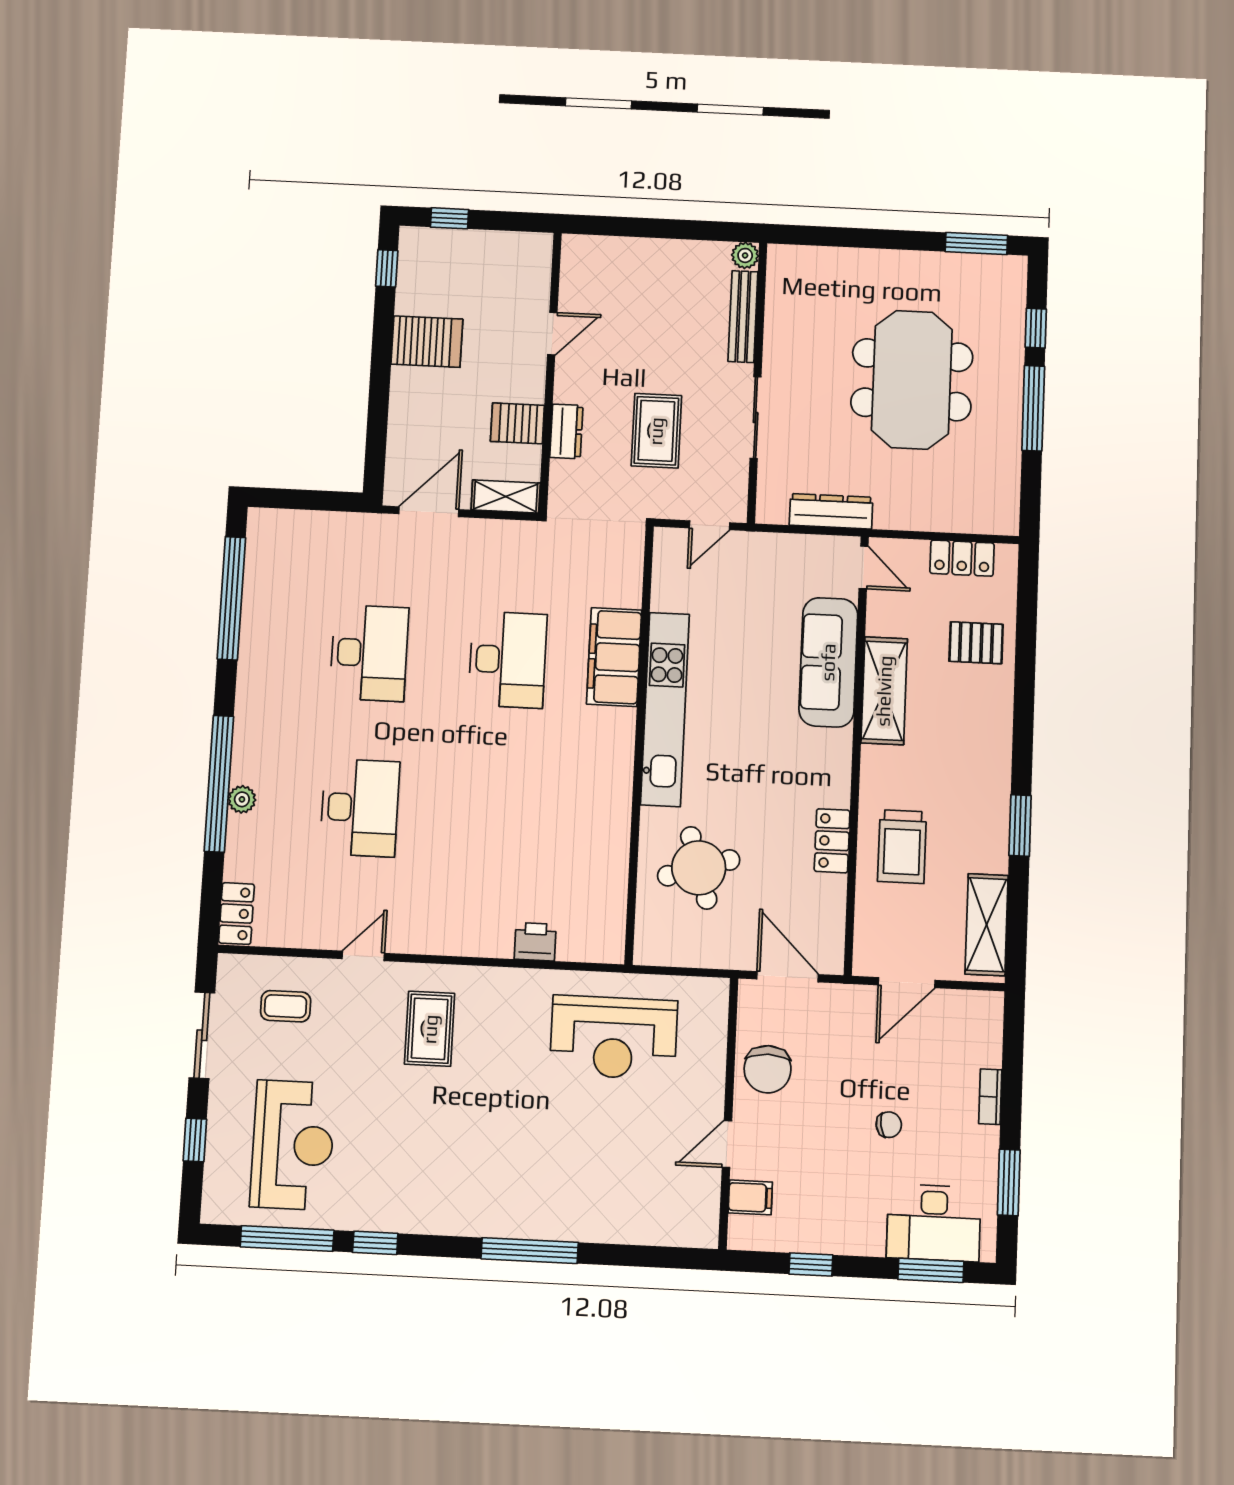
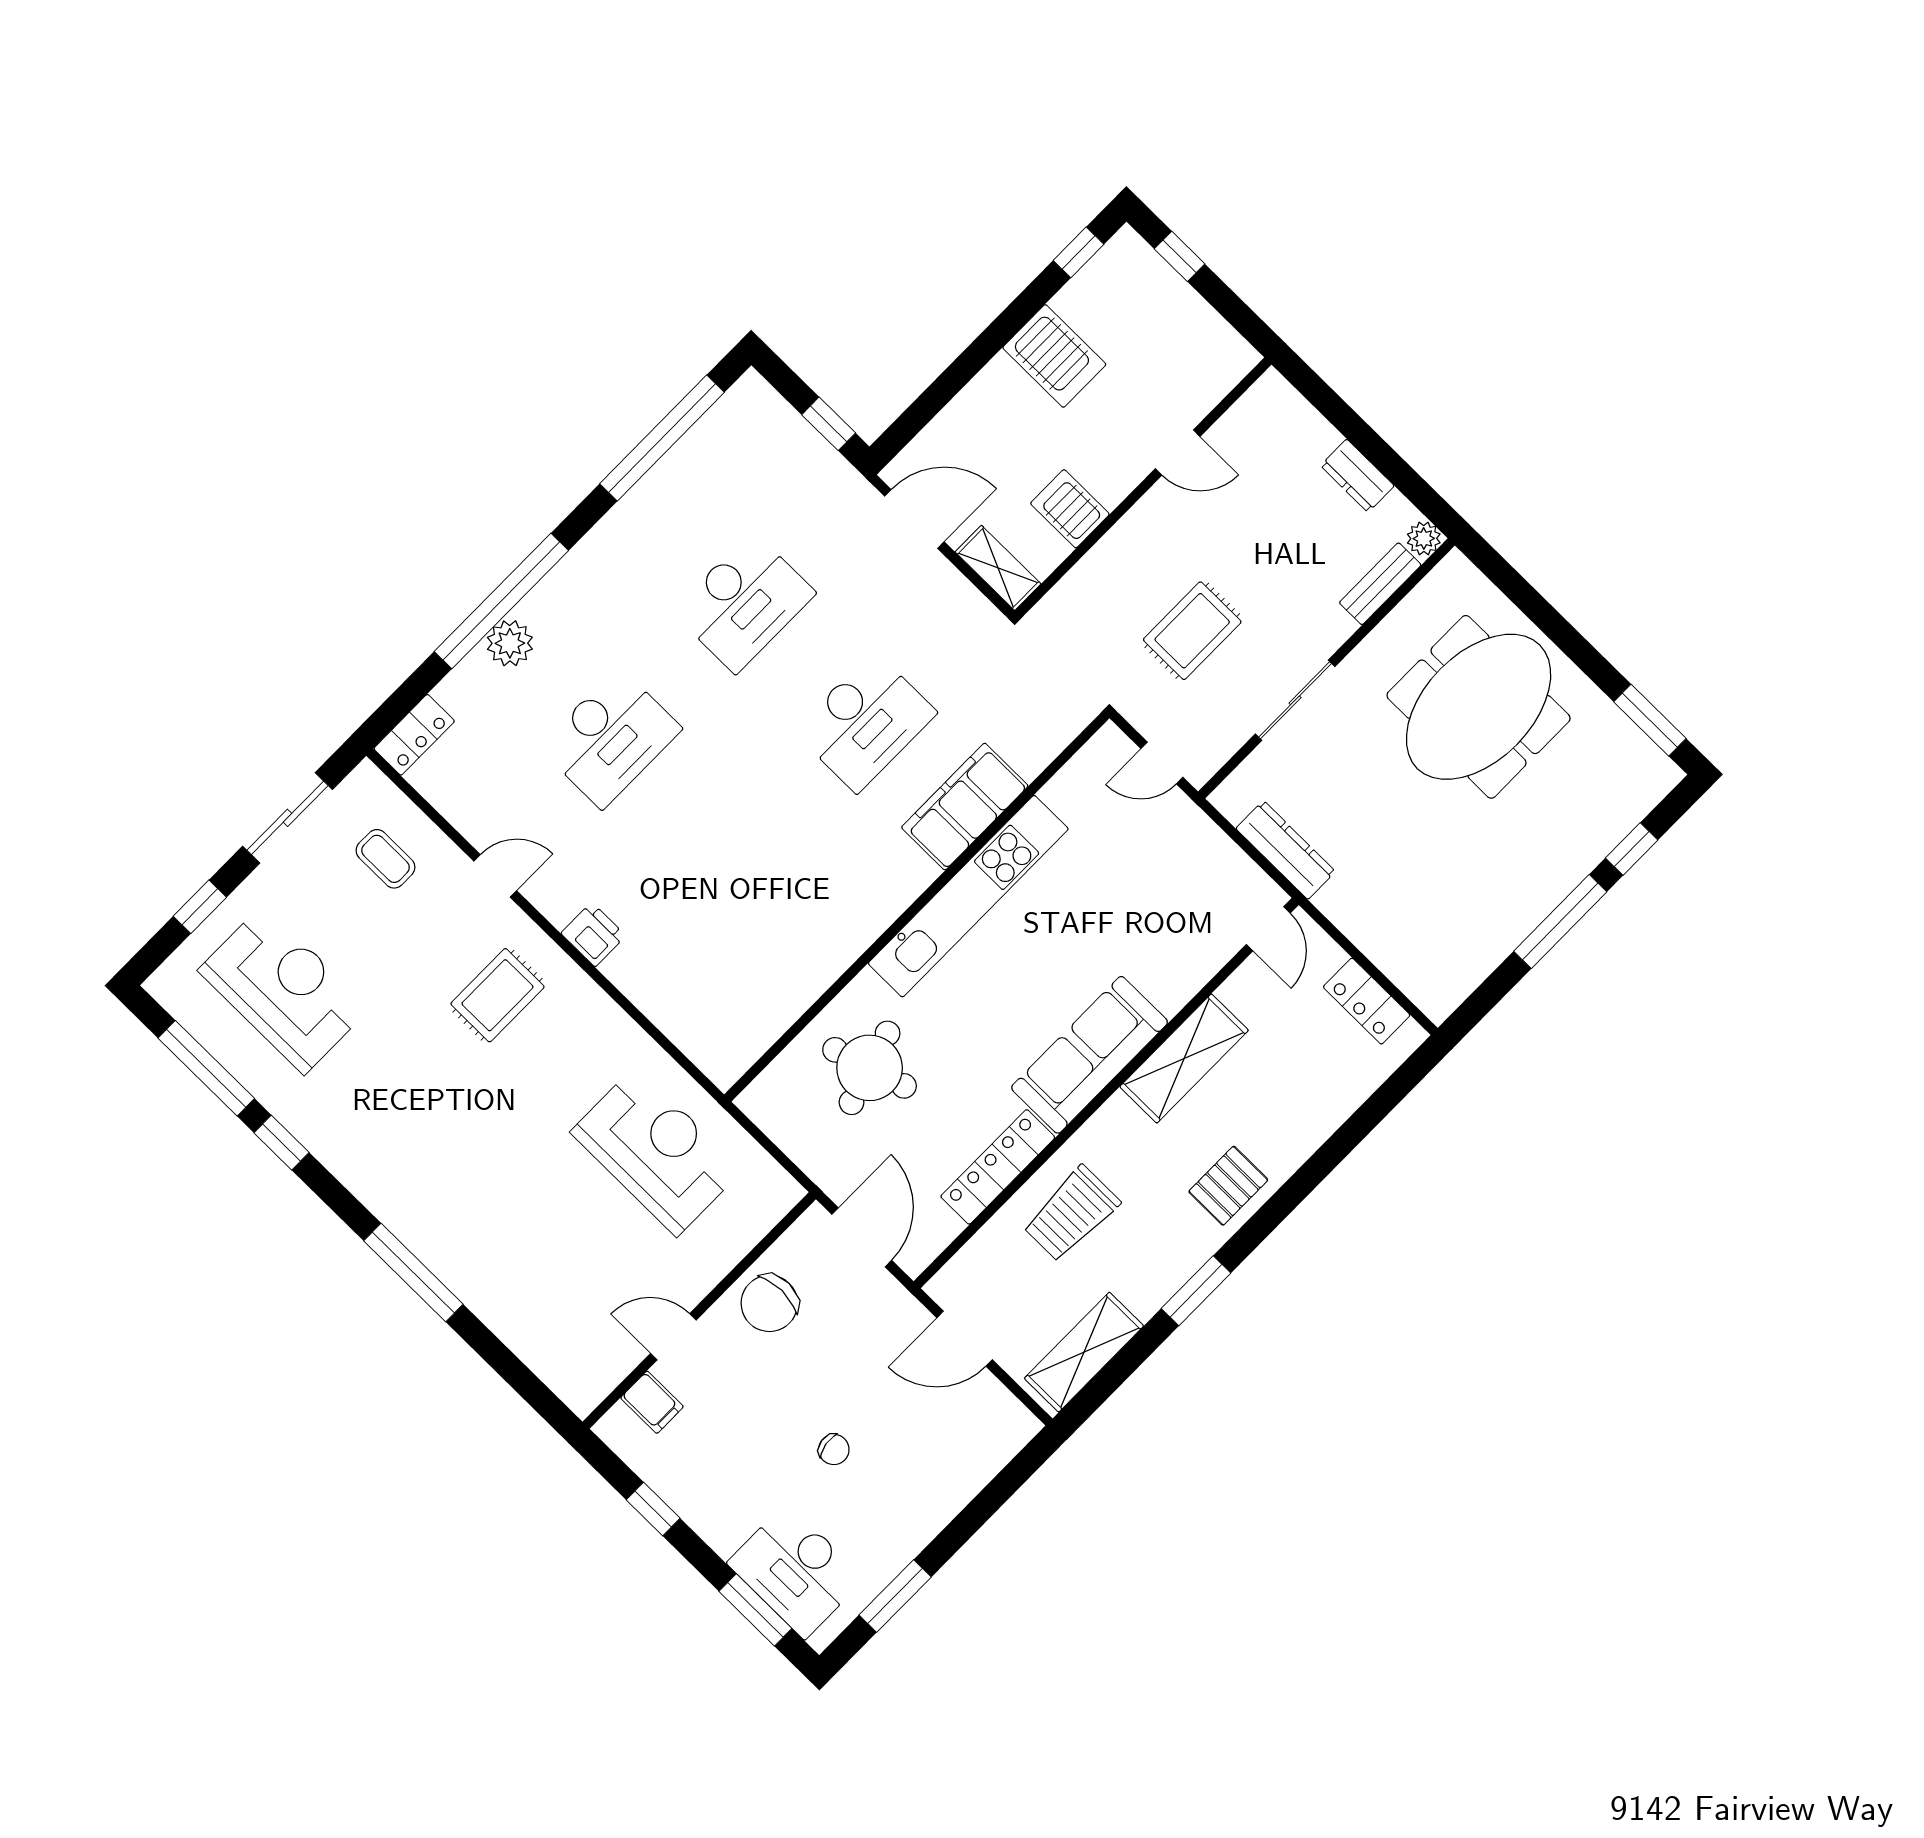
bench: (743, 317) -> (1380, 584), width x0.73
meeting table: (912, 380) -> (1479, 707), moved
dresser: (566, 431) -> (1357, 476), moved, turned 90
window: (326, 501) -> (829, 424), added
pallet: (976, 643) -> (1228, 1186), moved, turned 90
sofa: (828, 662) -> (1090, 1055), moved
plant: (242, 799) -> (510, 643), width x1.38, depth x1.38
locker: (832, 841) -> (998, 1167), width x1.53
printer: (535, 942) -> (593, 934), moved
reception desk: (614, 1037) -> (656, 1151), turned 180
bookcase: (990, 1097) -> (947, 1507), removed
reception desk: (293, 1145) -> (284, 990), turned -90

